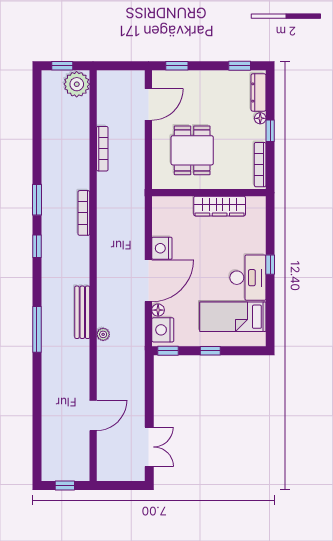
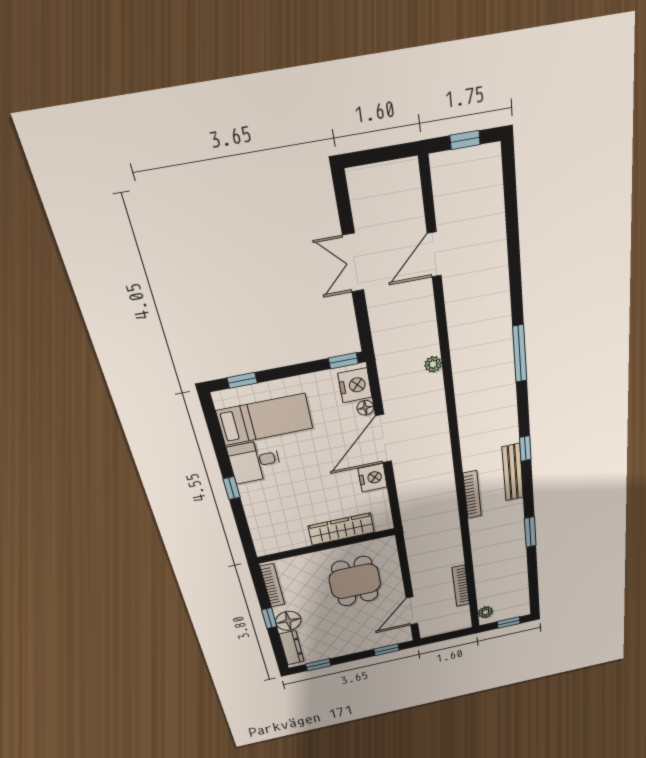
plant: (77, 84) -> (485, 612), width x0.53, depth x0.53
floor lamp: (260, 118) -> (288, 621), width x1.89, depth x1.89
bookcase: (102, 149) -> (461, 586), moved
window: (37, 200) -> (530, 532), moved
wardrobe: (220, 206) -> (341, 529), moved
desk: (248, 278) -> (255, 461), width x0.73
bench: (82, 312) -> (513, 472), moved
window: (210, 351) -> (242, 380), moved
double door: (149, 447) -> (353, 263), moved

